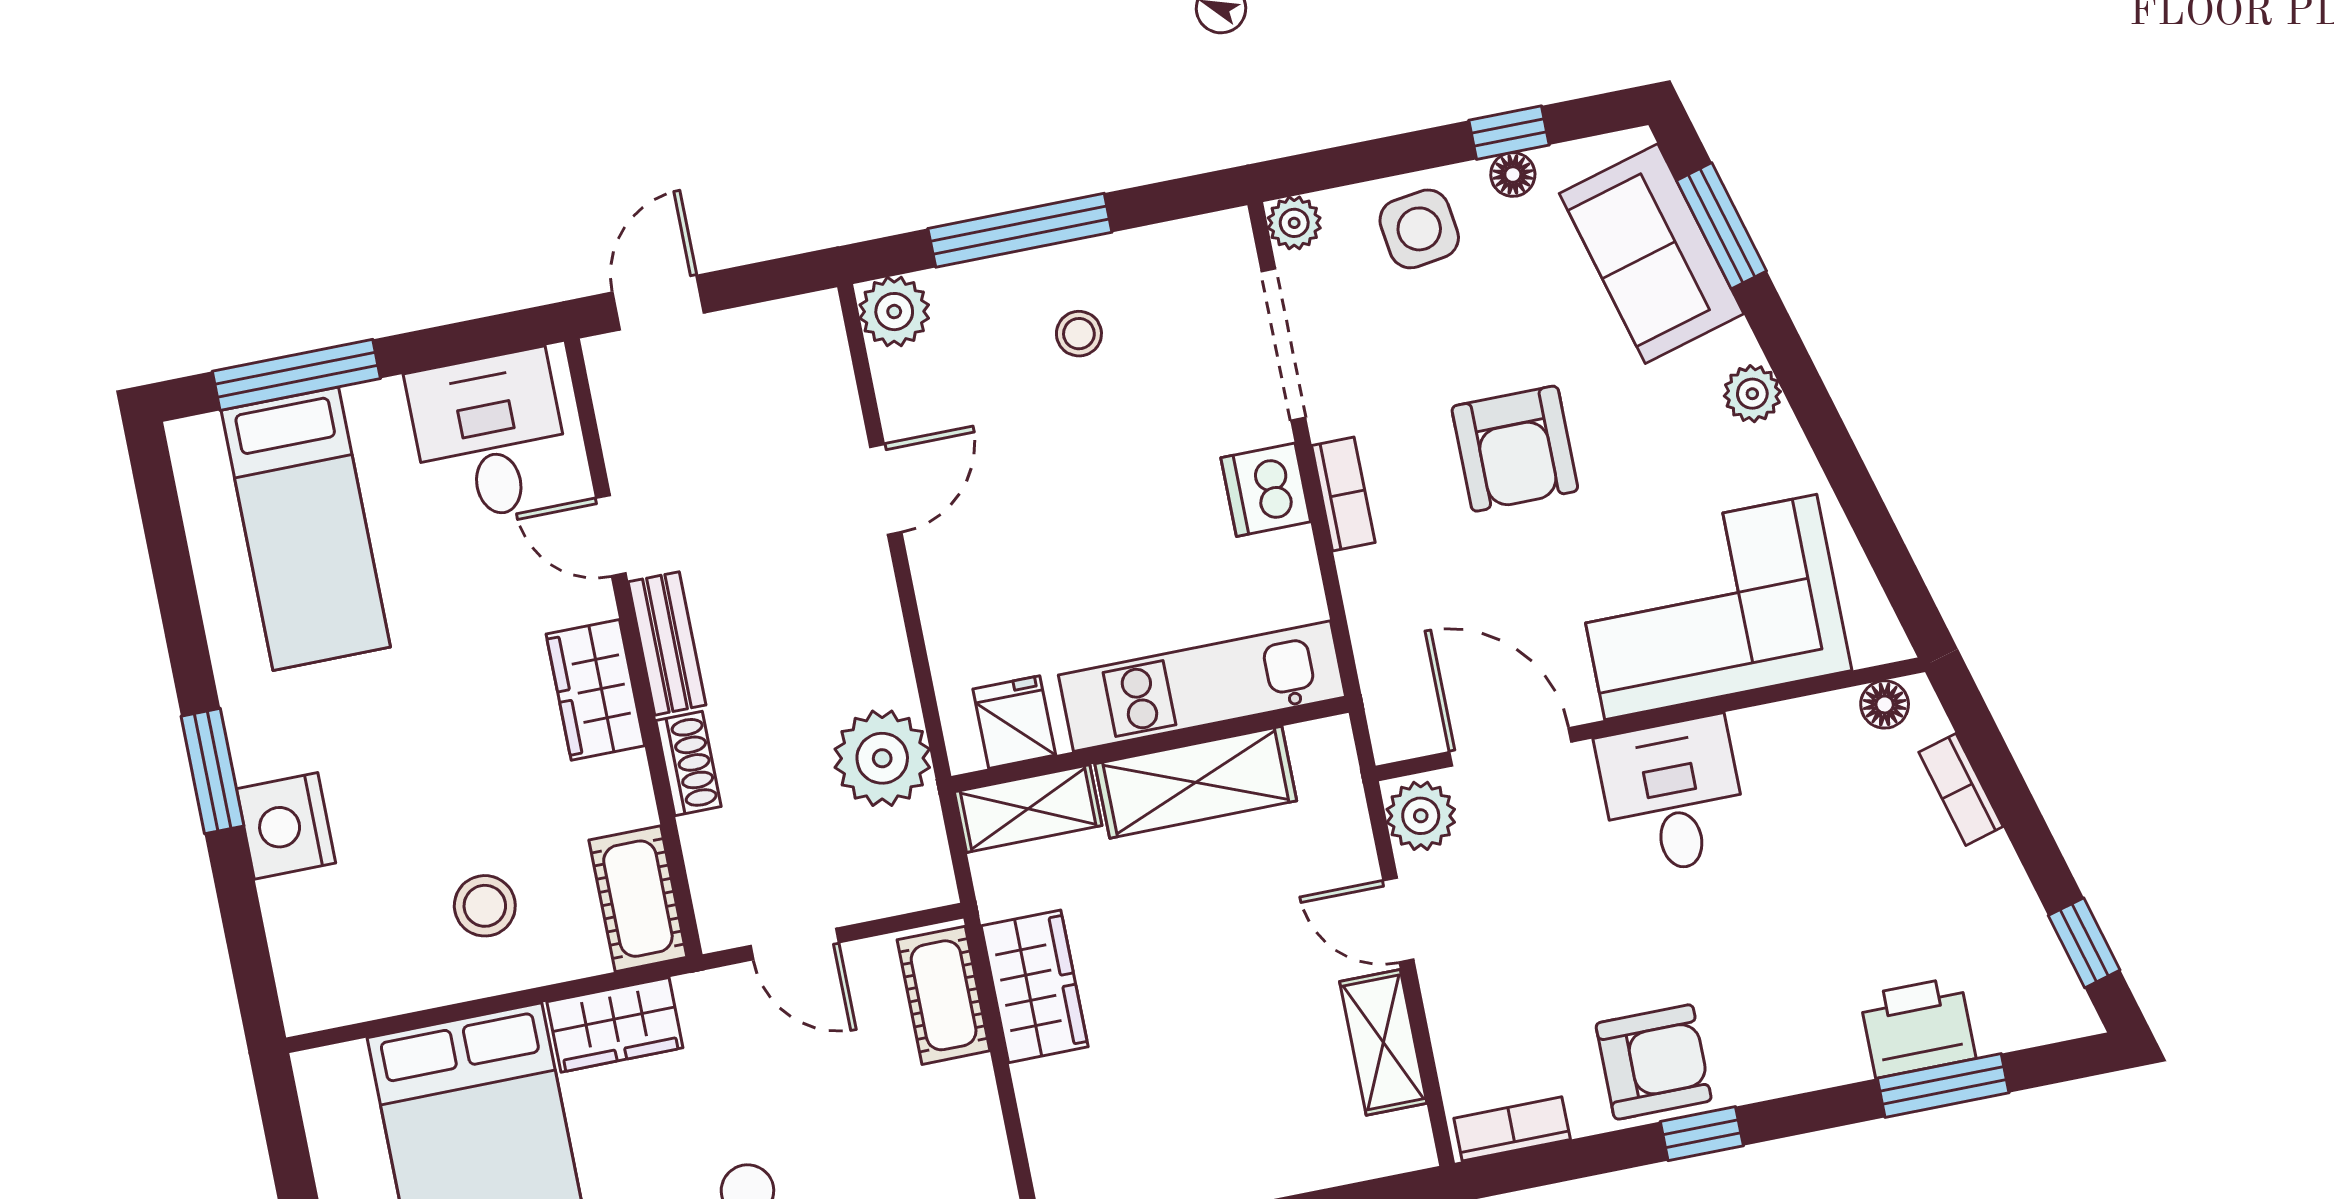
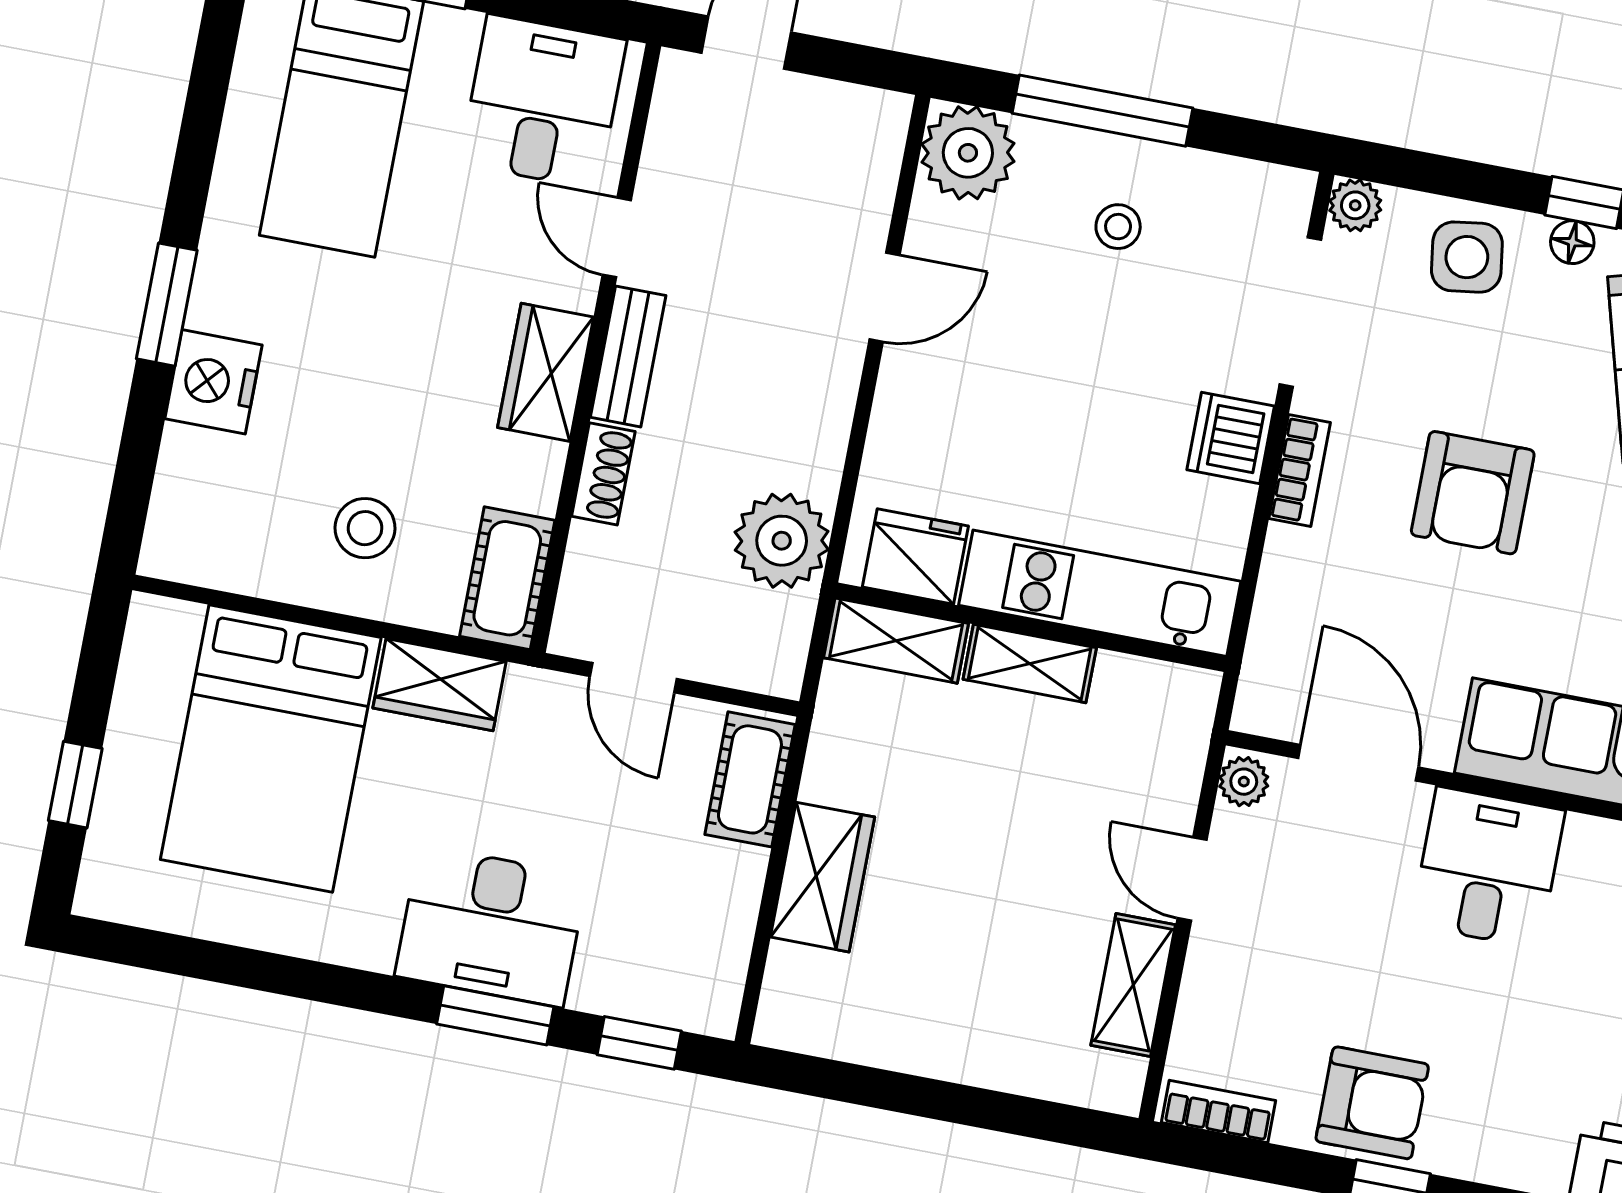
plant: (894, 312) -> (968, 153), width x1.36, depth x1.36
fridge: (1014, 722) -> (915, 557), width x1.38
shelving: (1196, 782) -> (1030, 664), width x0.67, depth x0.75
plant: (1421, 816) -> (1244, 782), width x0.73, depth x0.73
wardrobe: (1035, 986) -> (822, 877), moved

